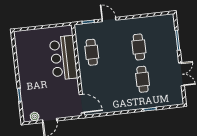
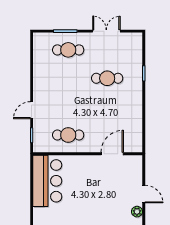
cafe table: (139, 47) -> (68, 50), moved
bar counter: (63, 58) -> (47, 181), moved, turned -90
door: (82, 104) -> (112, 154), moved

